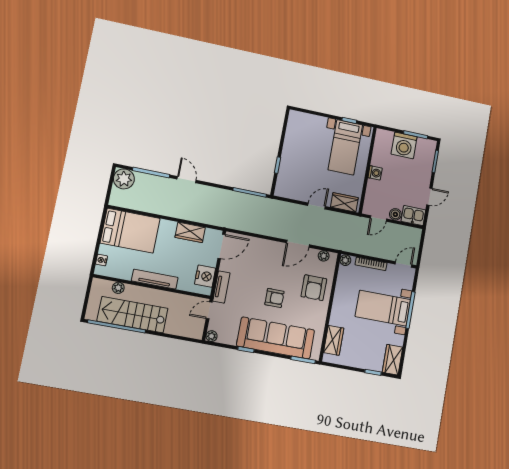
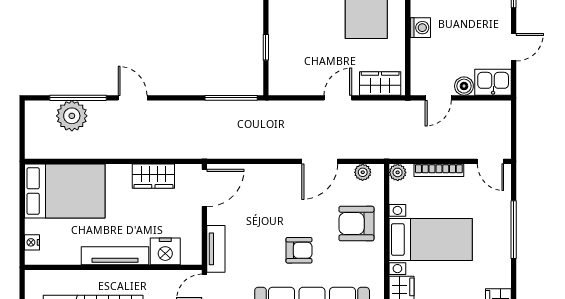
plant: (124, 179) -> (72, 116), moved
door: (404, 264) -> (490, 161), swing flipped
nightstand: (205, 276) -> (165, 251), moved, turned 90
plant: (118, 288) -> (64, 278), removed
armchair: (314, 288) -> (356, 224), turned 90
bed with nightstands: (383, 308) -> (431, 239), moved, turned 180

